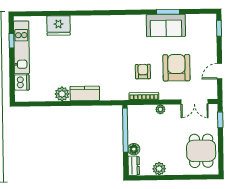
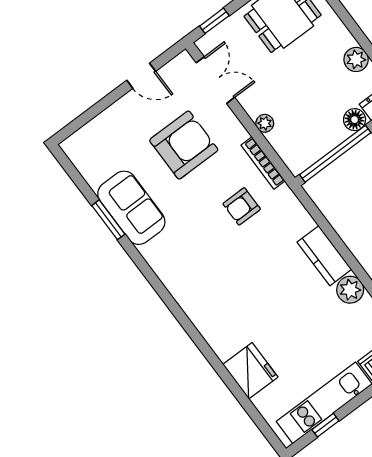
window: (219, 28) -> (77, 124), removed
armchair: (176, 68) -> (184, 145), turned 180
armchair: (143, 72) -> (242, 206), moved

